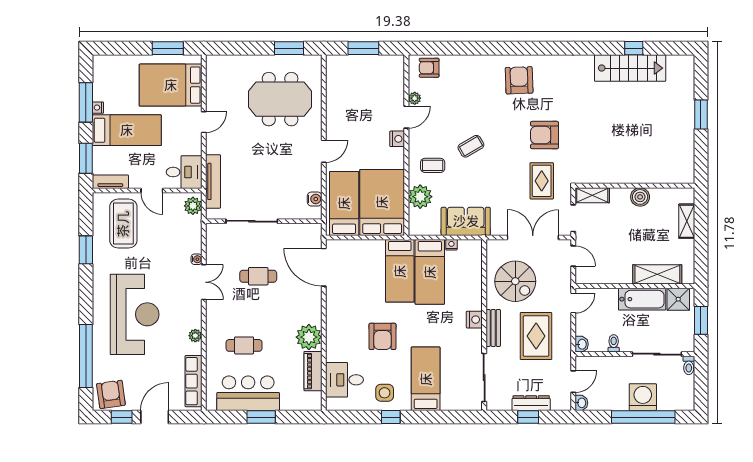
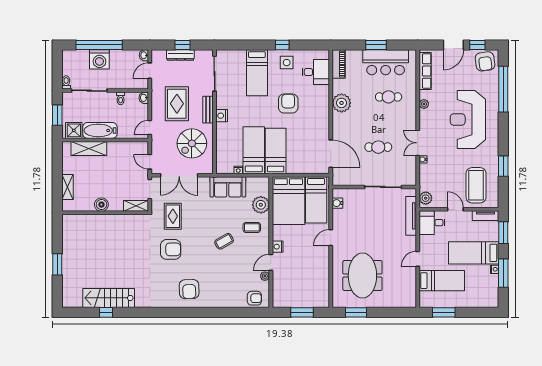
bed: (171, 85) -> (442, 281), width x0.67
meeting table: (280, 99) -> (362, 276), turned 90
spiral stairs: (515, 281) -> (192, 143), turned -90
piano: (313, 371) -> (339, 64), moved

